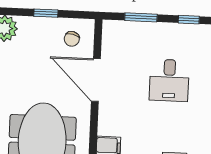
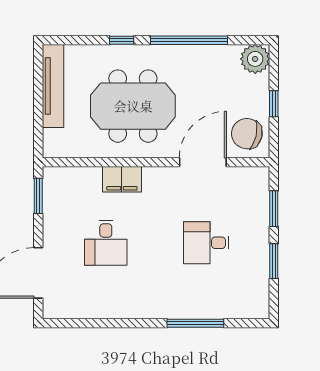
window: (189, 20) -> (274, 261), width x1.50
chair: (72, 39) -> (247, 134), width x1.87, depth x1.87

